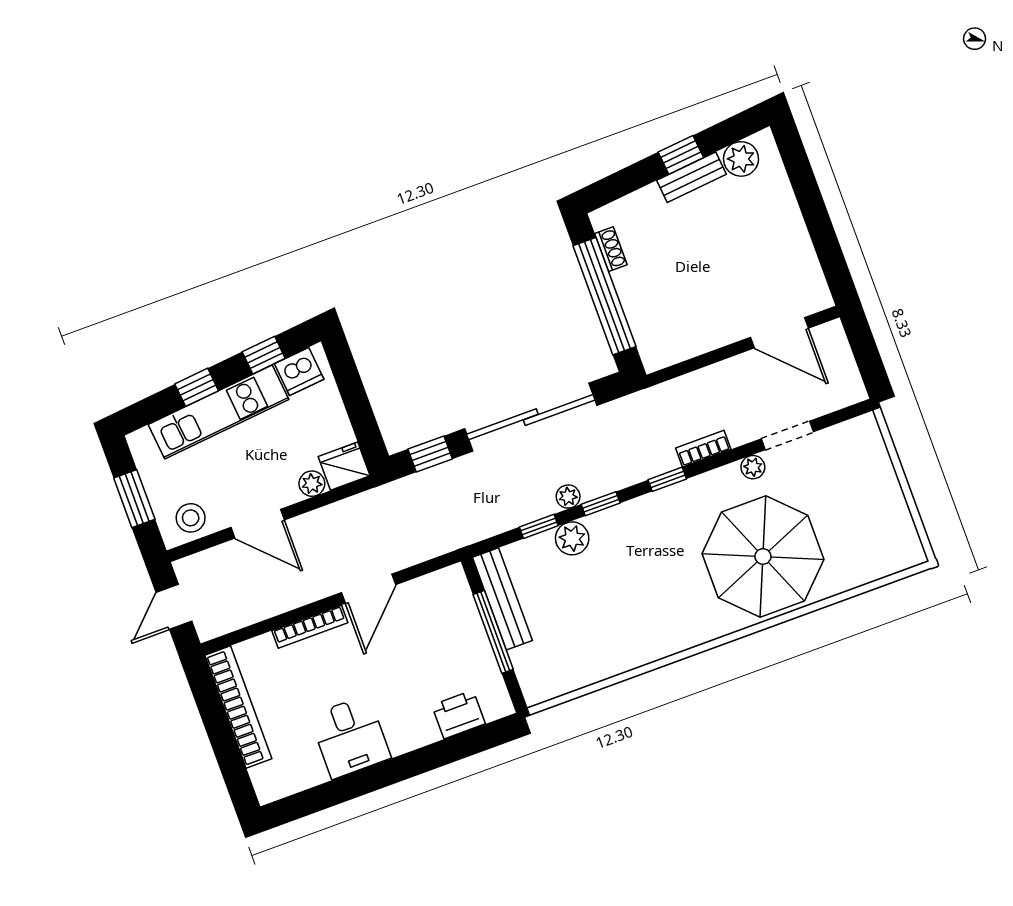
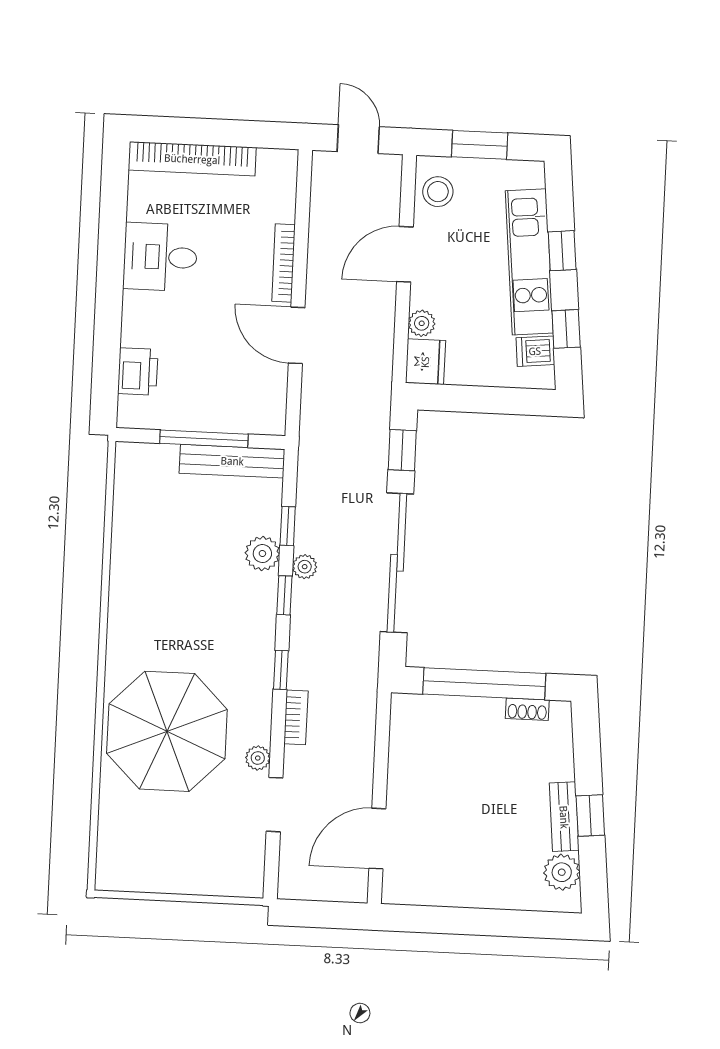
dishwasher: (299, 371) -> (535, 351), width x0.73
bookcase: (238, 707) -> (192, 159), moved

